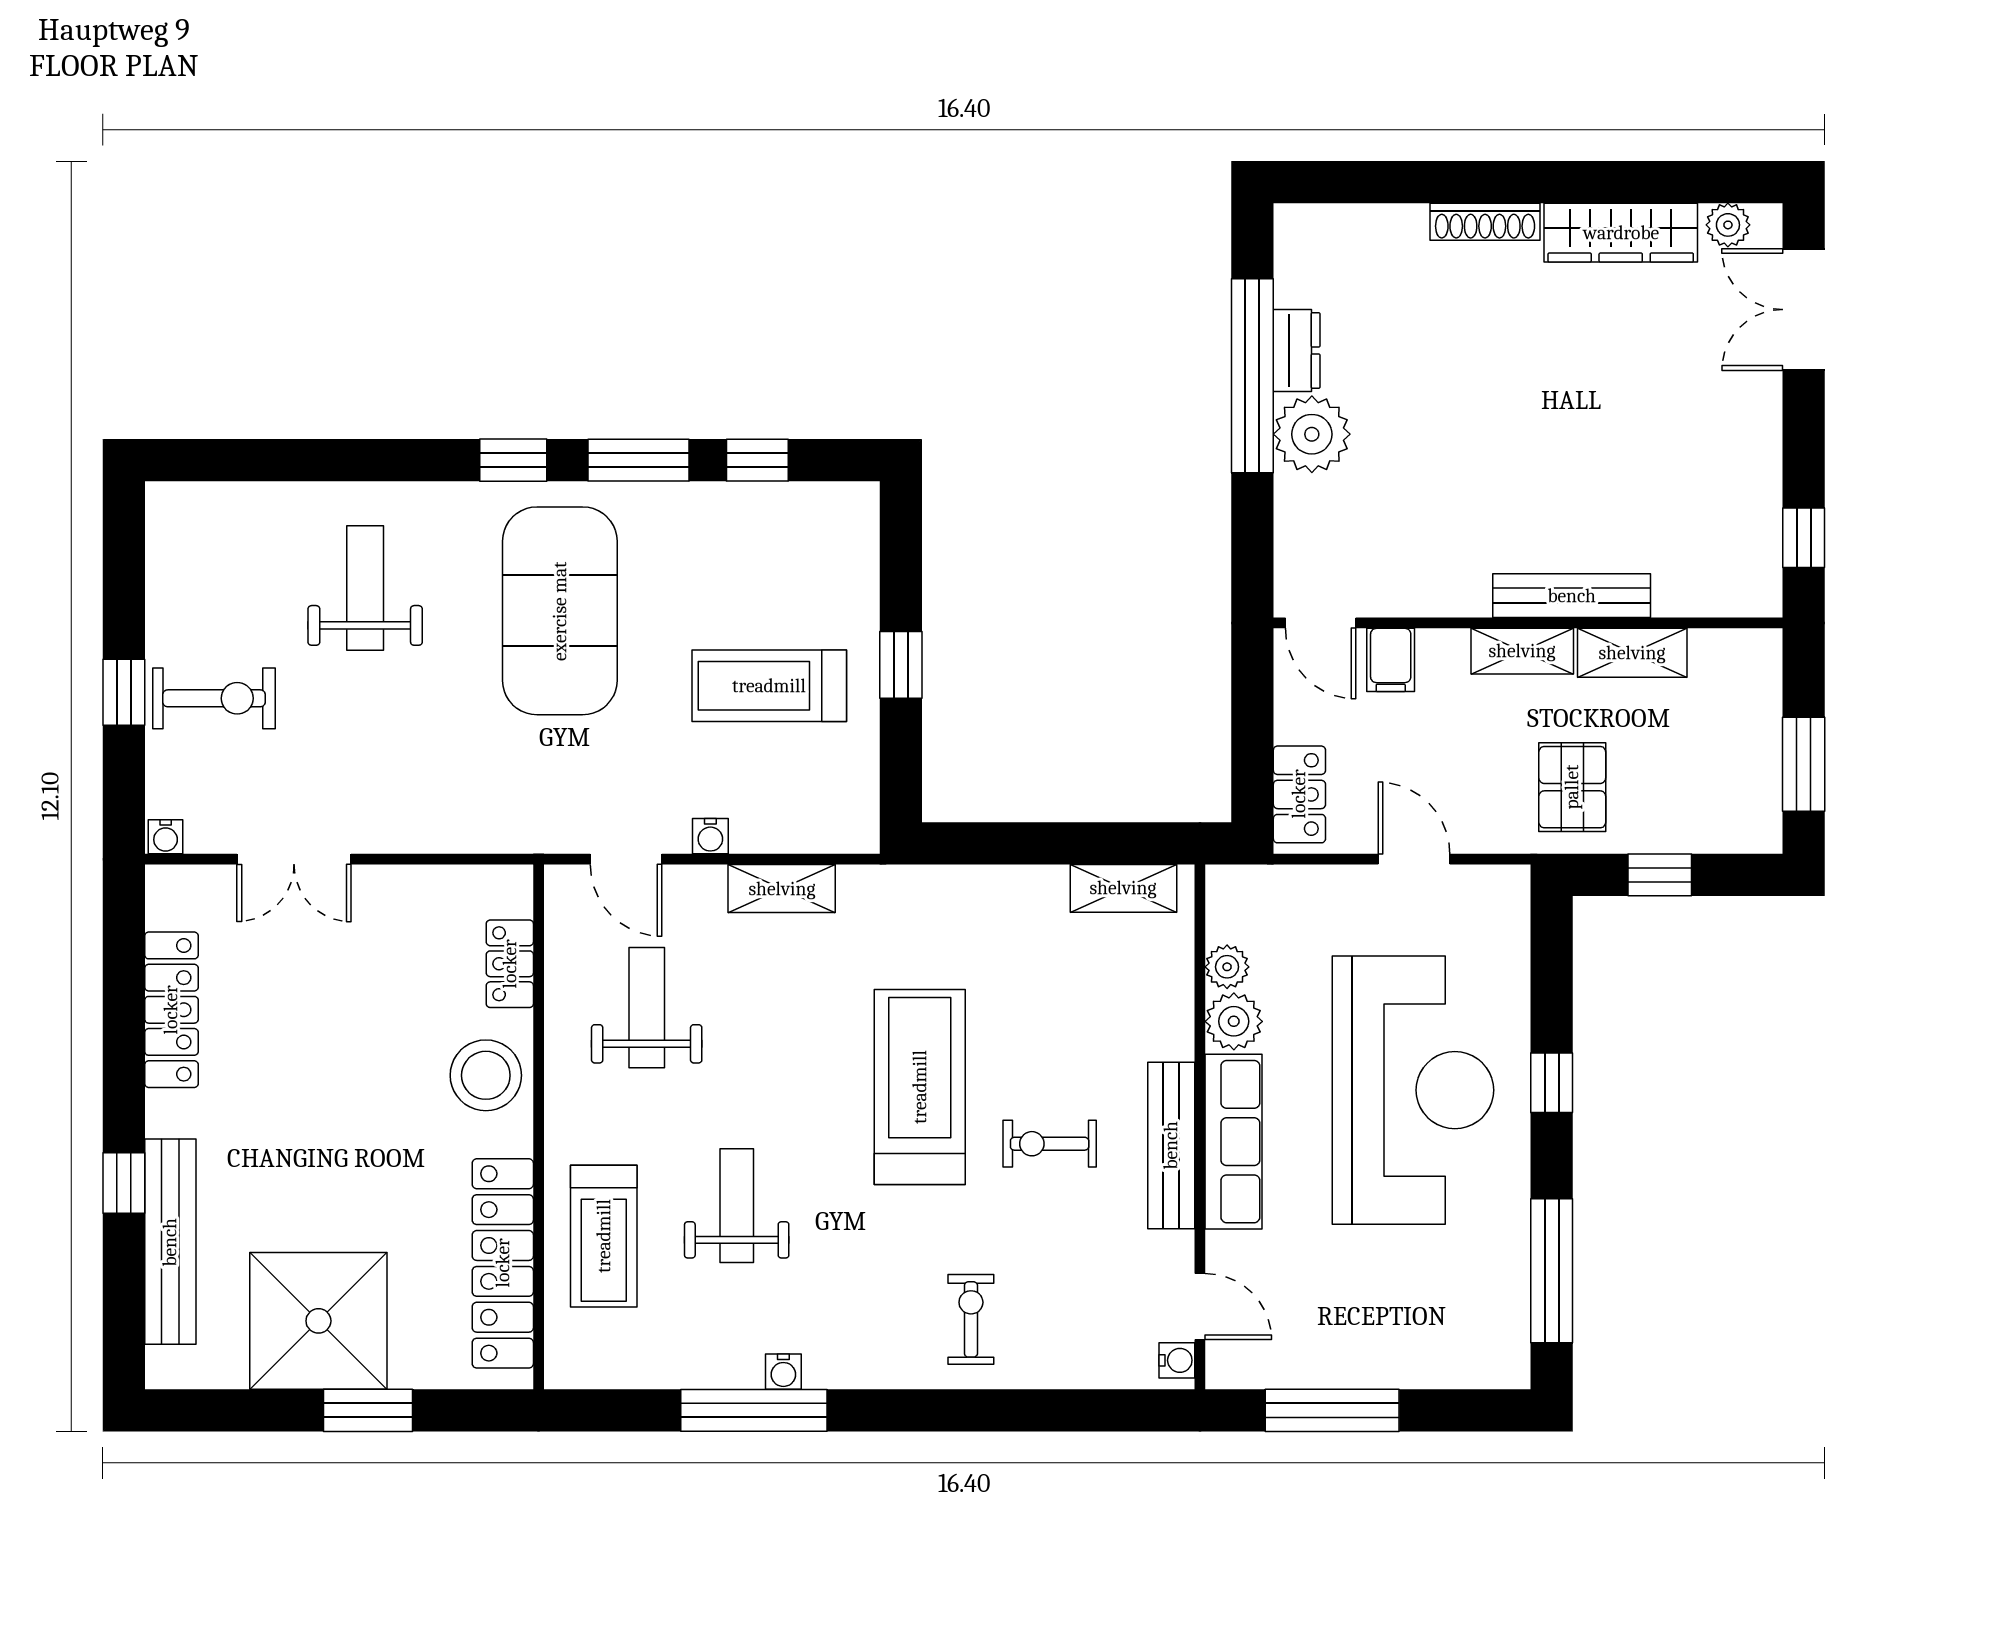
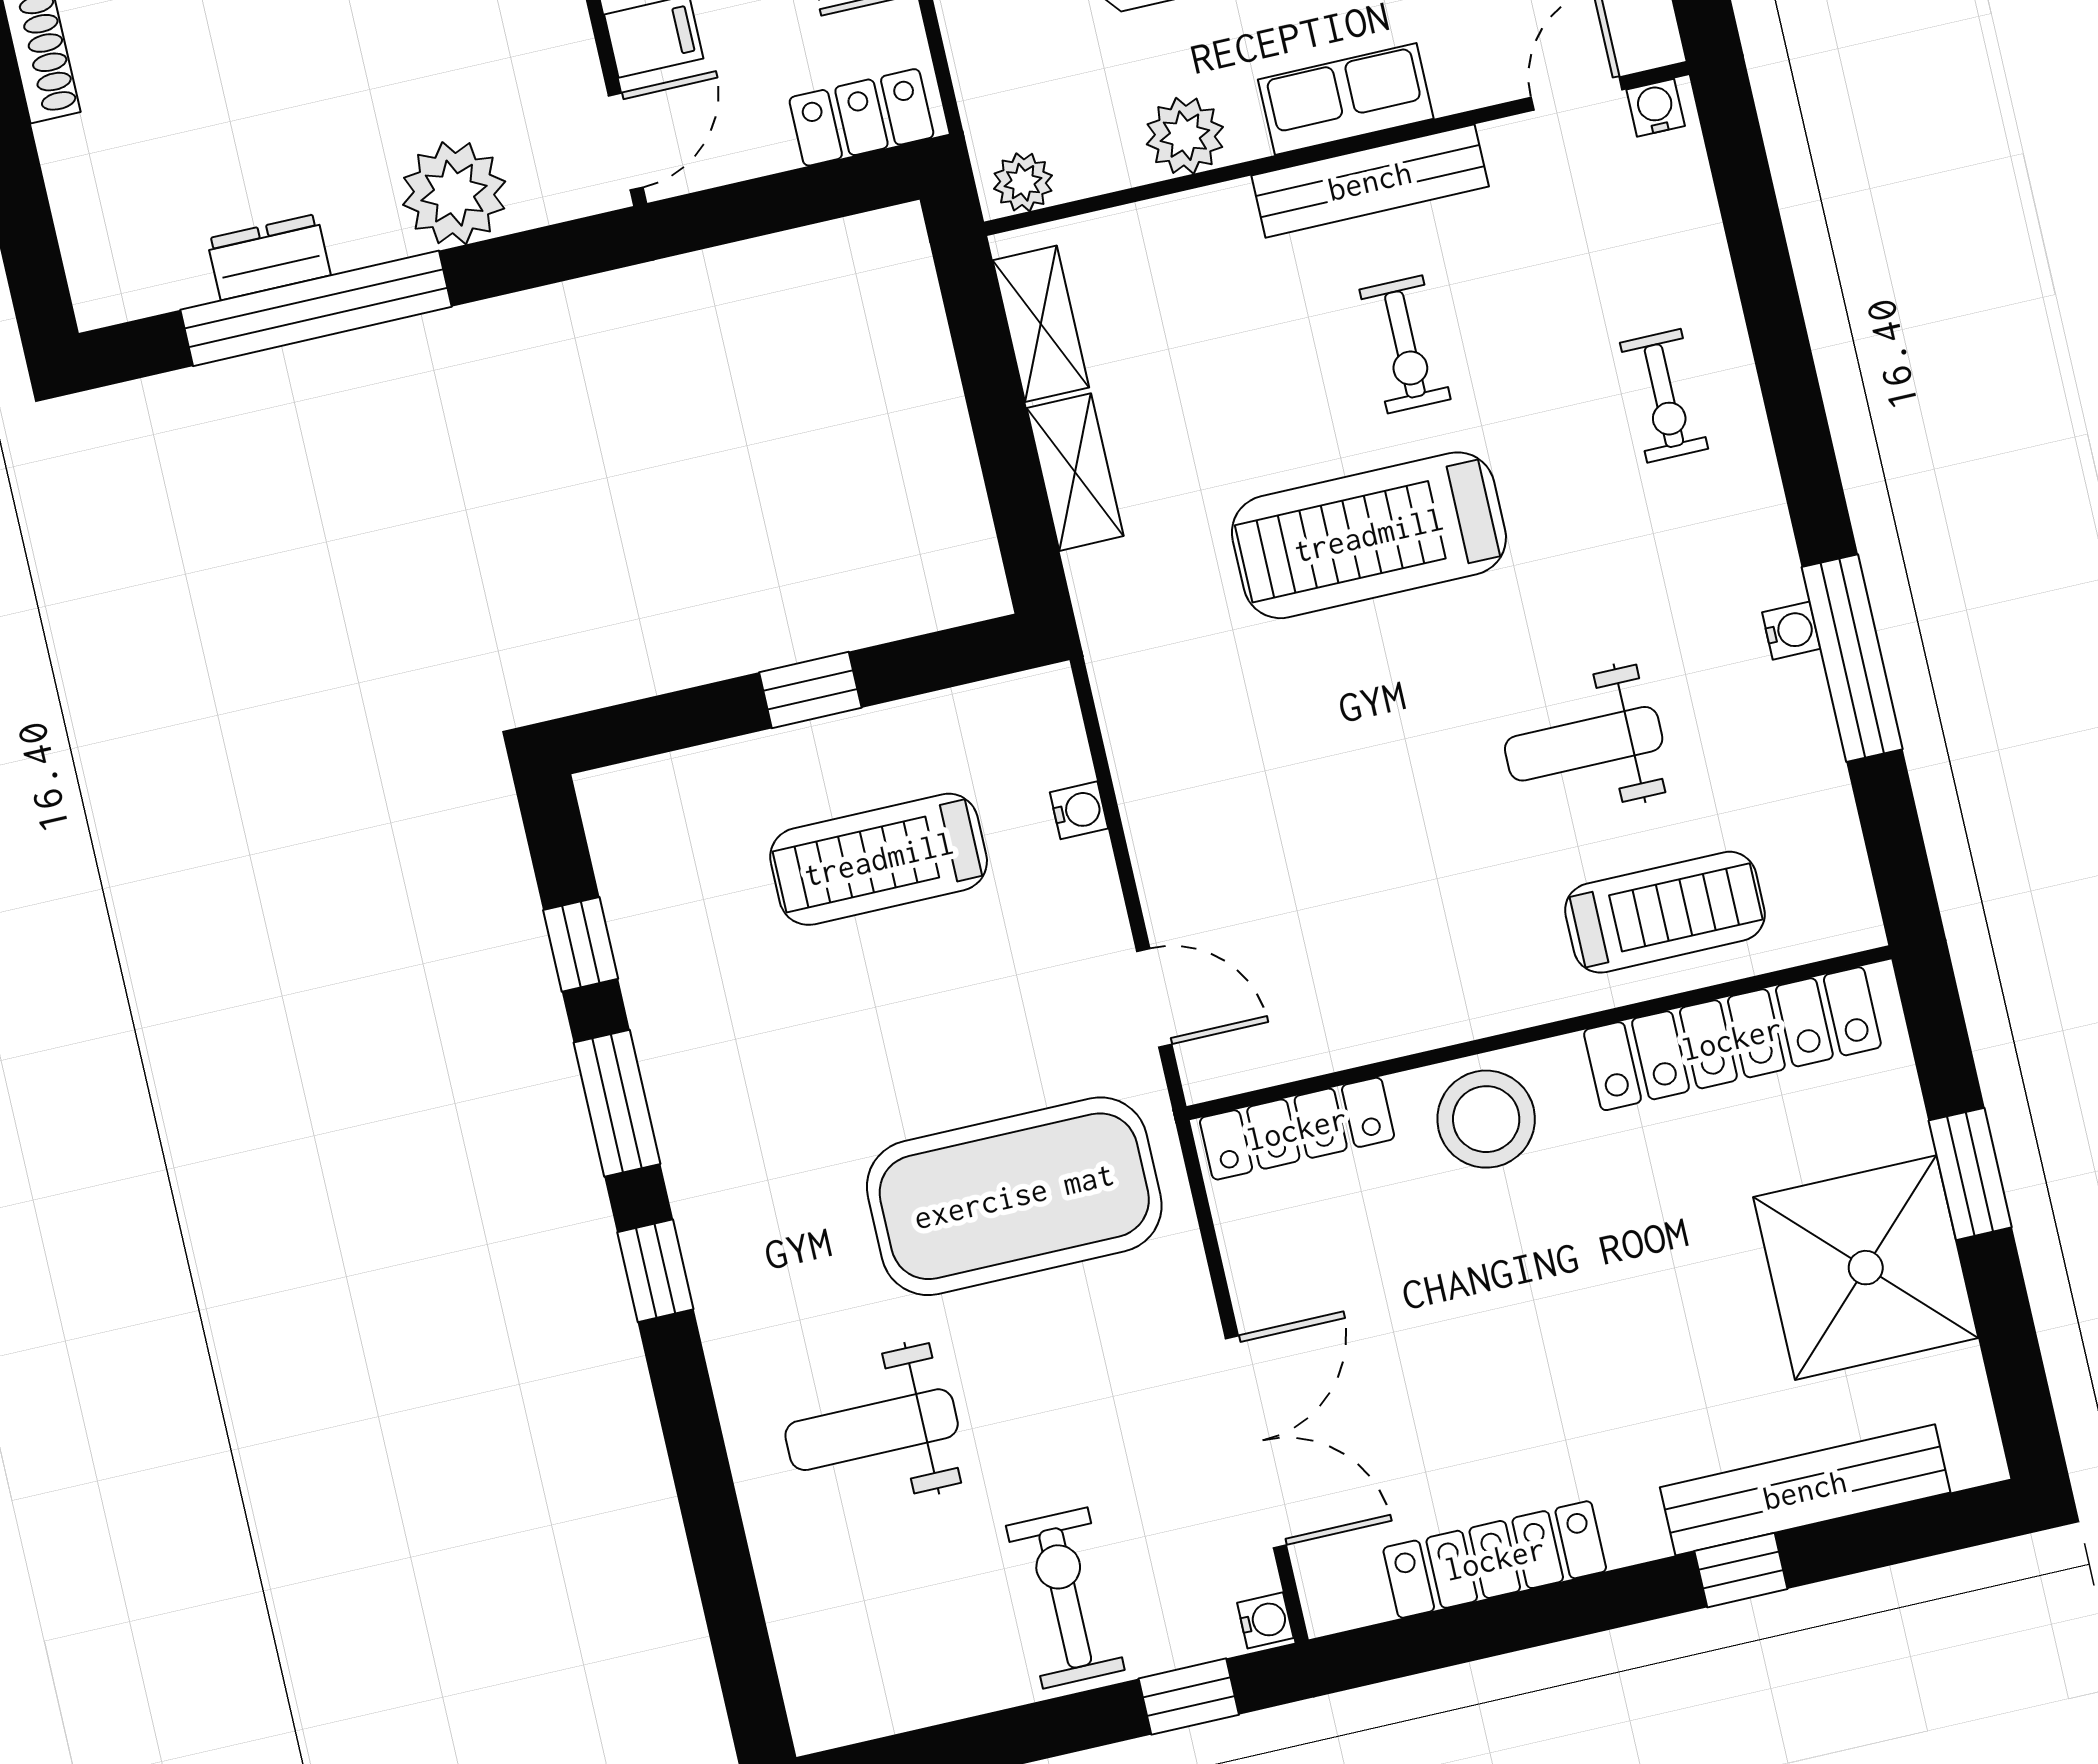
plant: (1312, 434) -> (454, 193), moved
exercise mat: (560, 611) -> (1014, 1196), moved
treadmill: (769, 686) -> (879, 859), turned 90
window: (124, 692) -> (1189, 1697), moved
water cooler: (710, 836) -> (1079, 810), moved
double door: (294, 859) -> (1256, 1442), width x1.37
door: (626, 859) -> (1154, 998), hinge flipped
shelving: (782, 889) -> (1075, 472), moved
locker: (510, 964) -> (1297, 1129), width x1.53
plant: (1227, 967) -> (1023, 182), moved
weight bench: (647, 1008) -> (1346, 925), removed
row of seats: (1234, 1142) -> (1346, 99), width x0.68
exercise bike: (971, 1319) -> (1664, 396), turned -90

